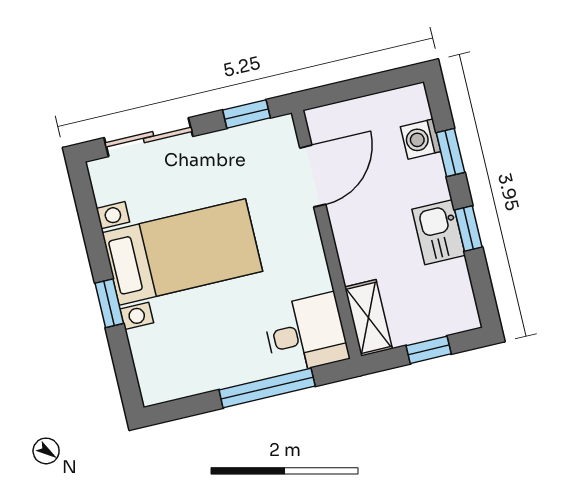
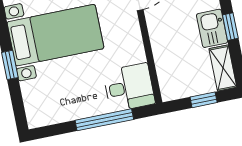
shelving: (368, 318) -> (223, 68), moved

